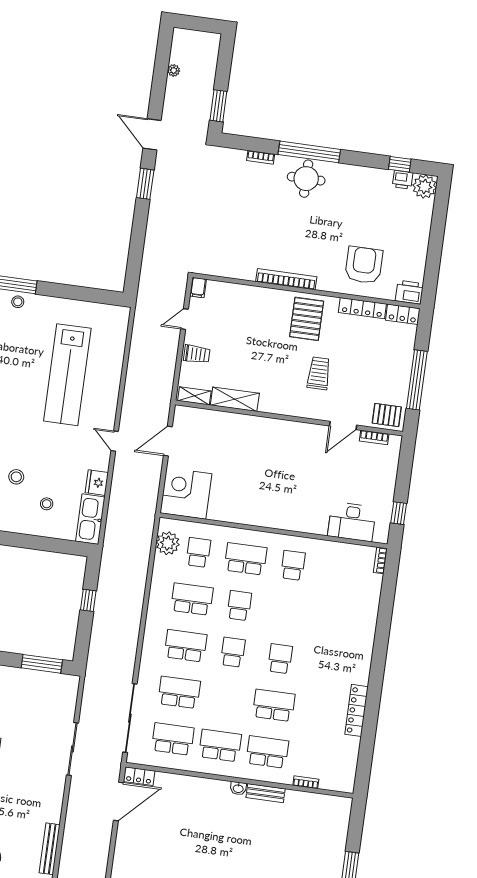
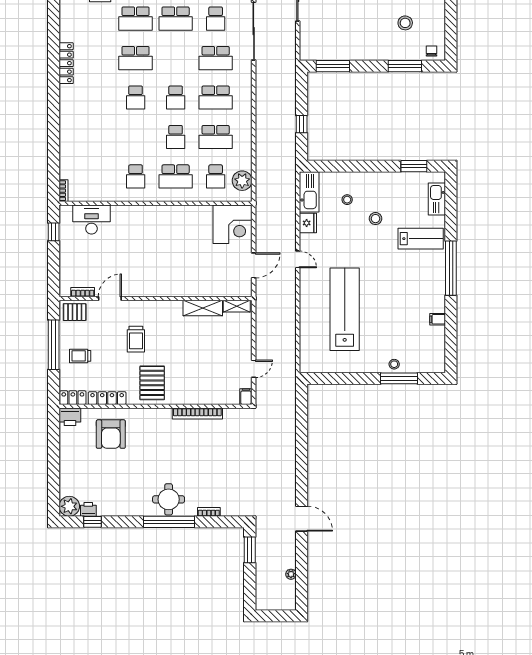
window: (145, 184) -> (302, 477), removed
bookcase: (286, 279) -> (197, 414), moved
trolley: (197, 354) -> (80, 356), moved
school desk: (173, 739) -> (216, 19), width x0.54

